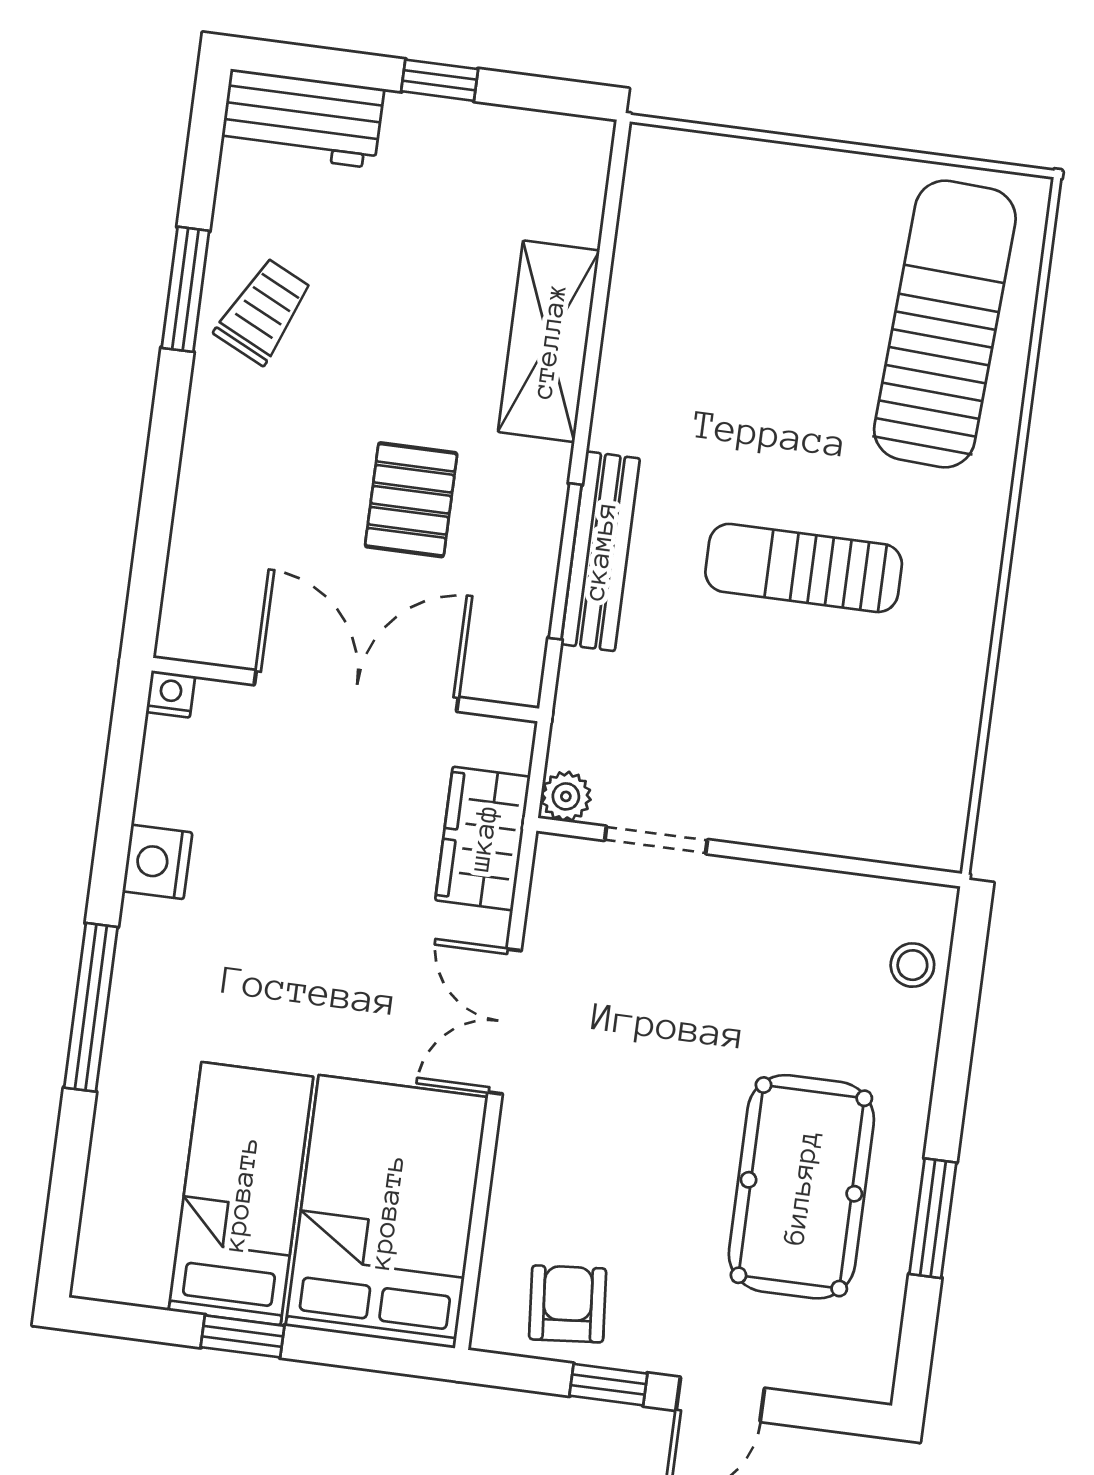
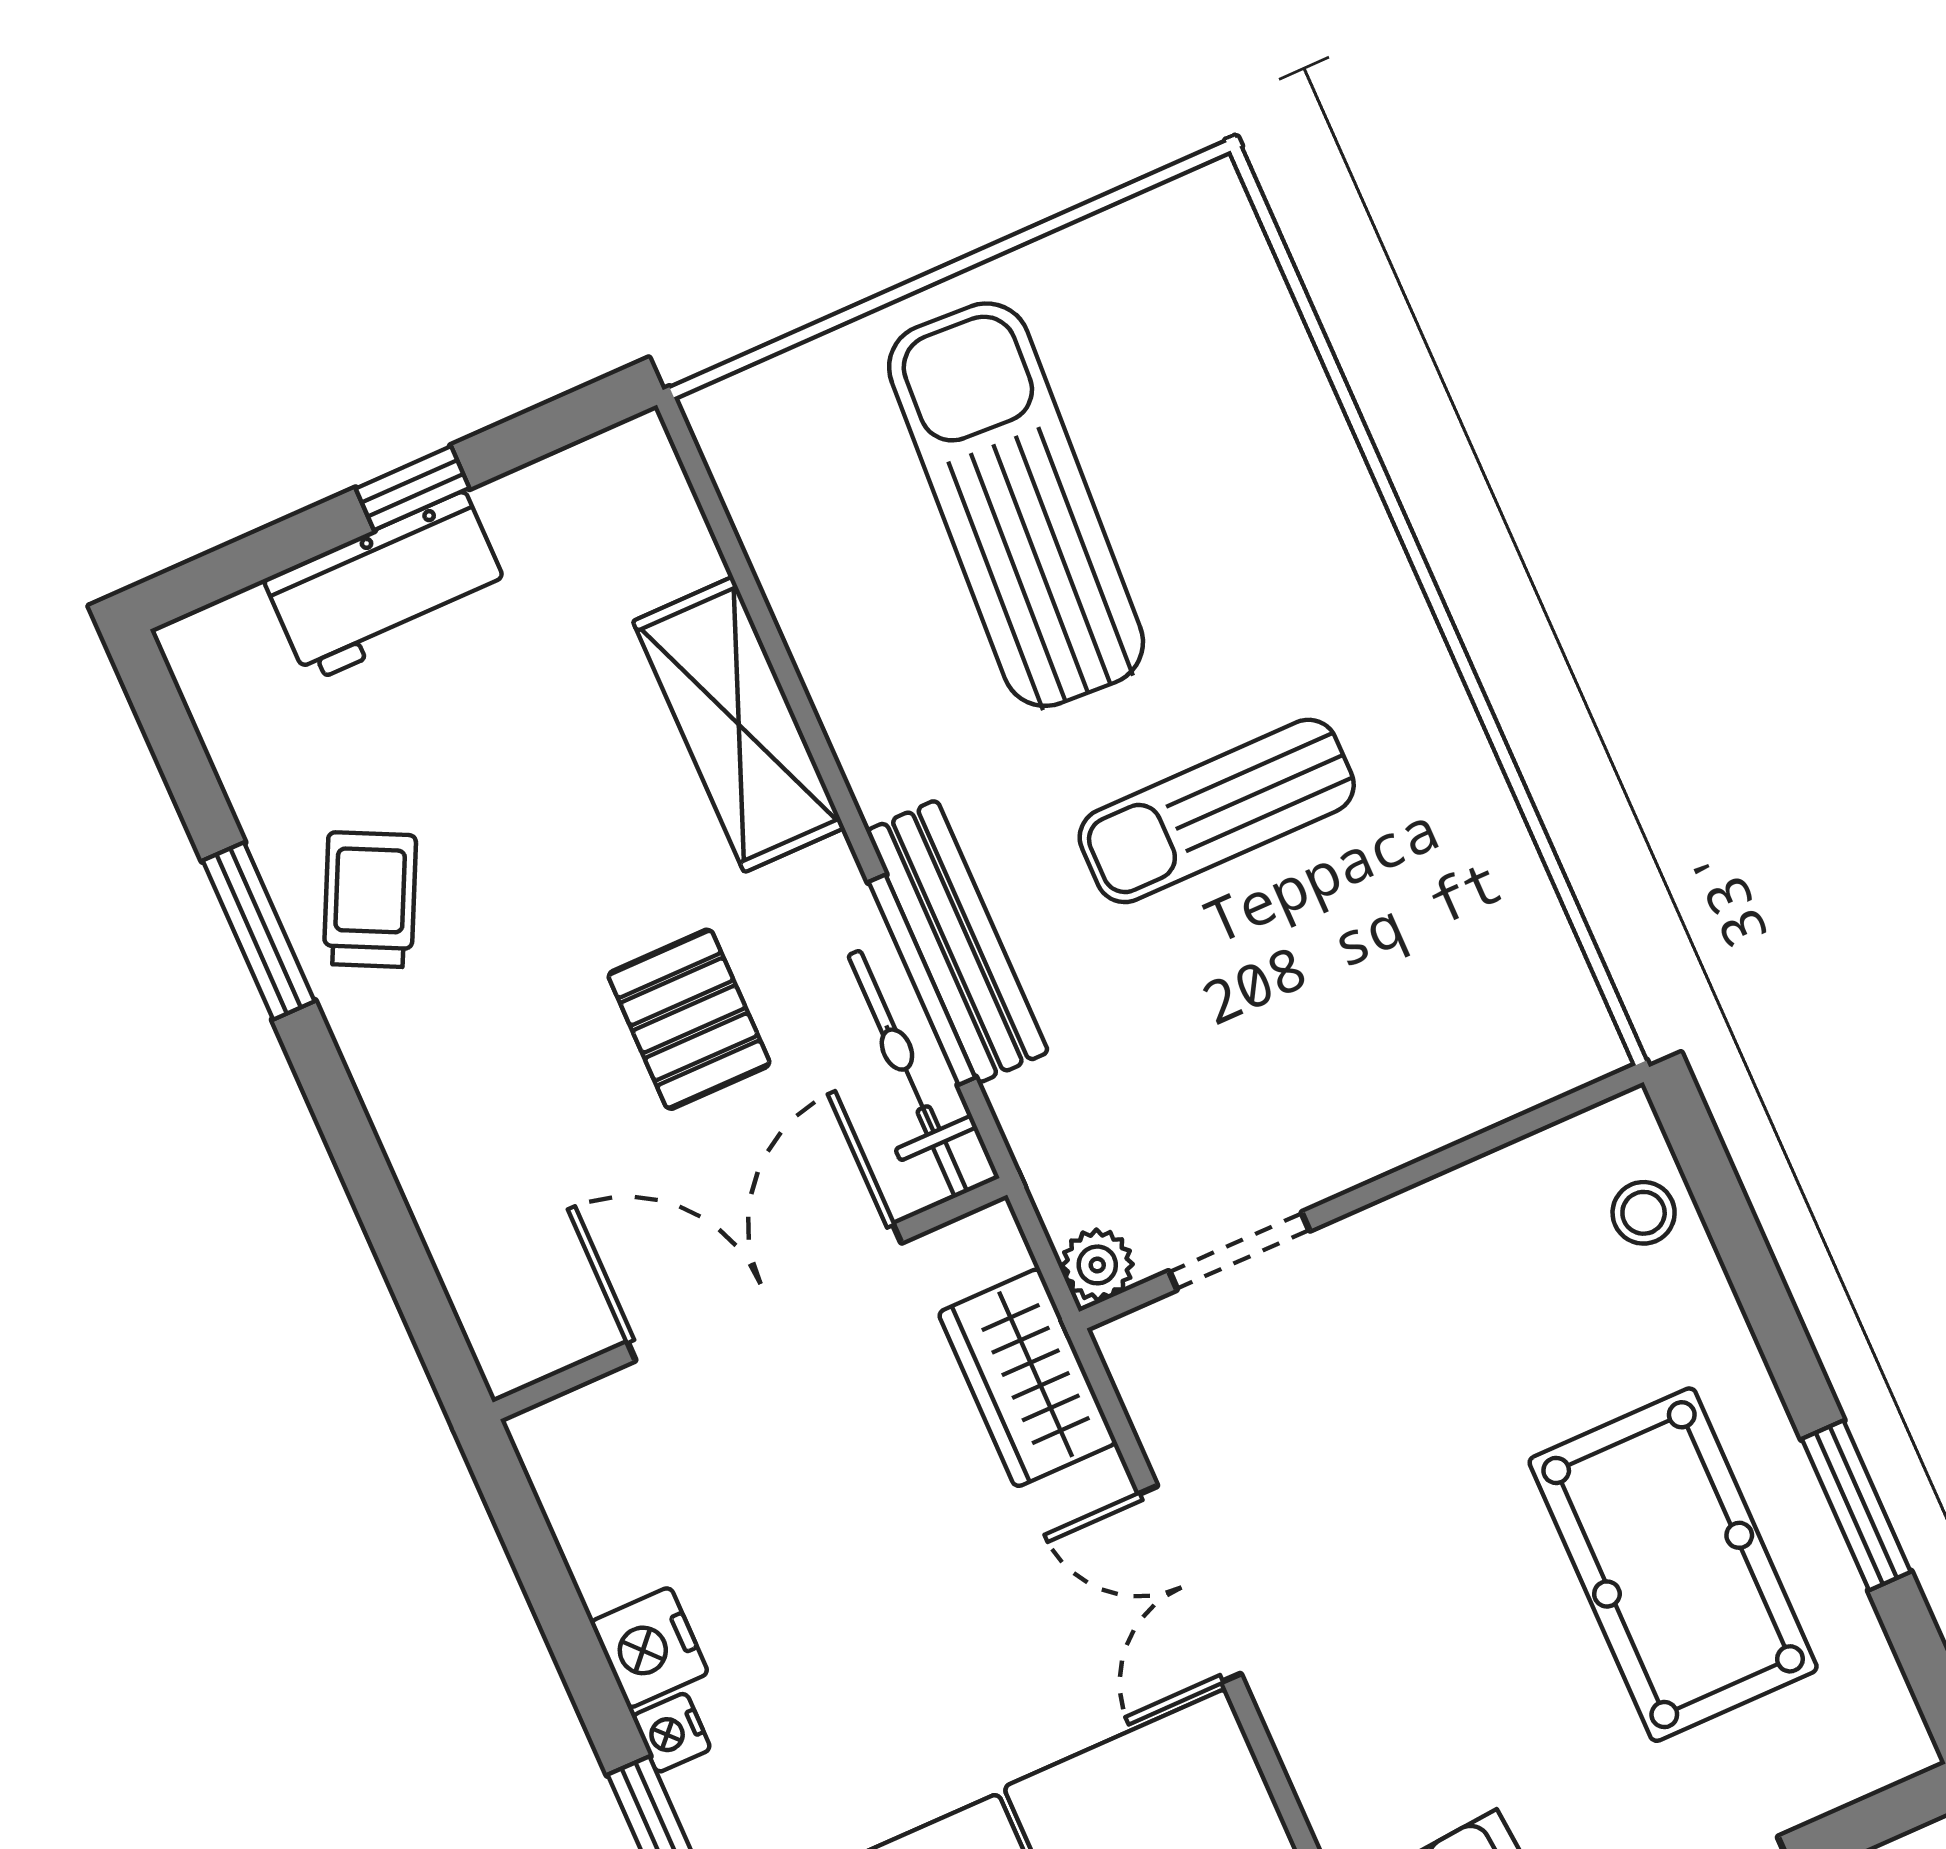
workbench: (302, 119) -> (387, 587), moved
sun lounger: (945, 324) -> (1016, 505), moved
bicycle: (522, 612) -> (908, 1074), added
nightstand: (171, 694) -> (671, 1733), moved, turned -90

